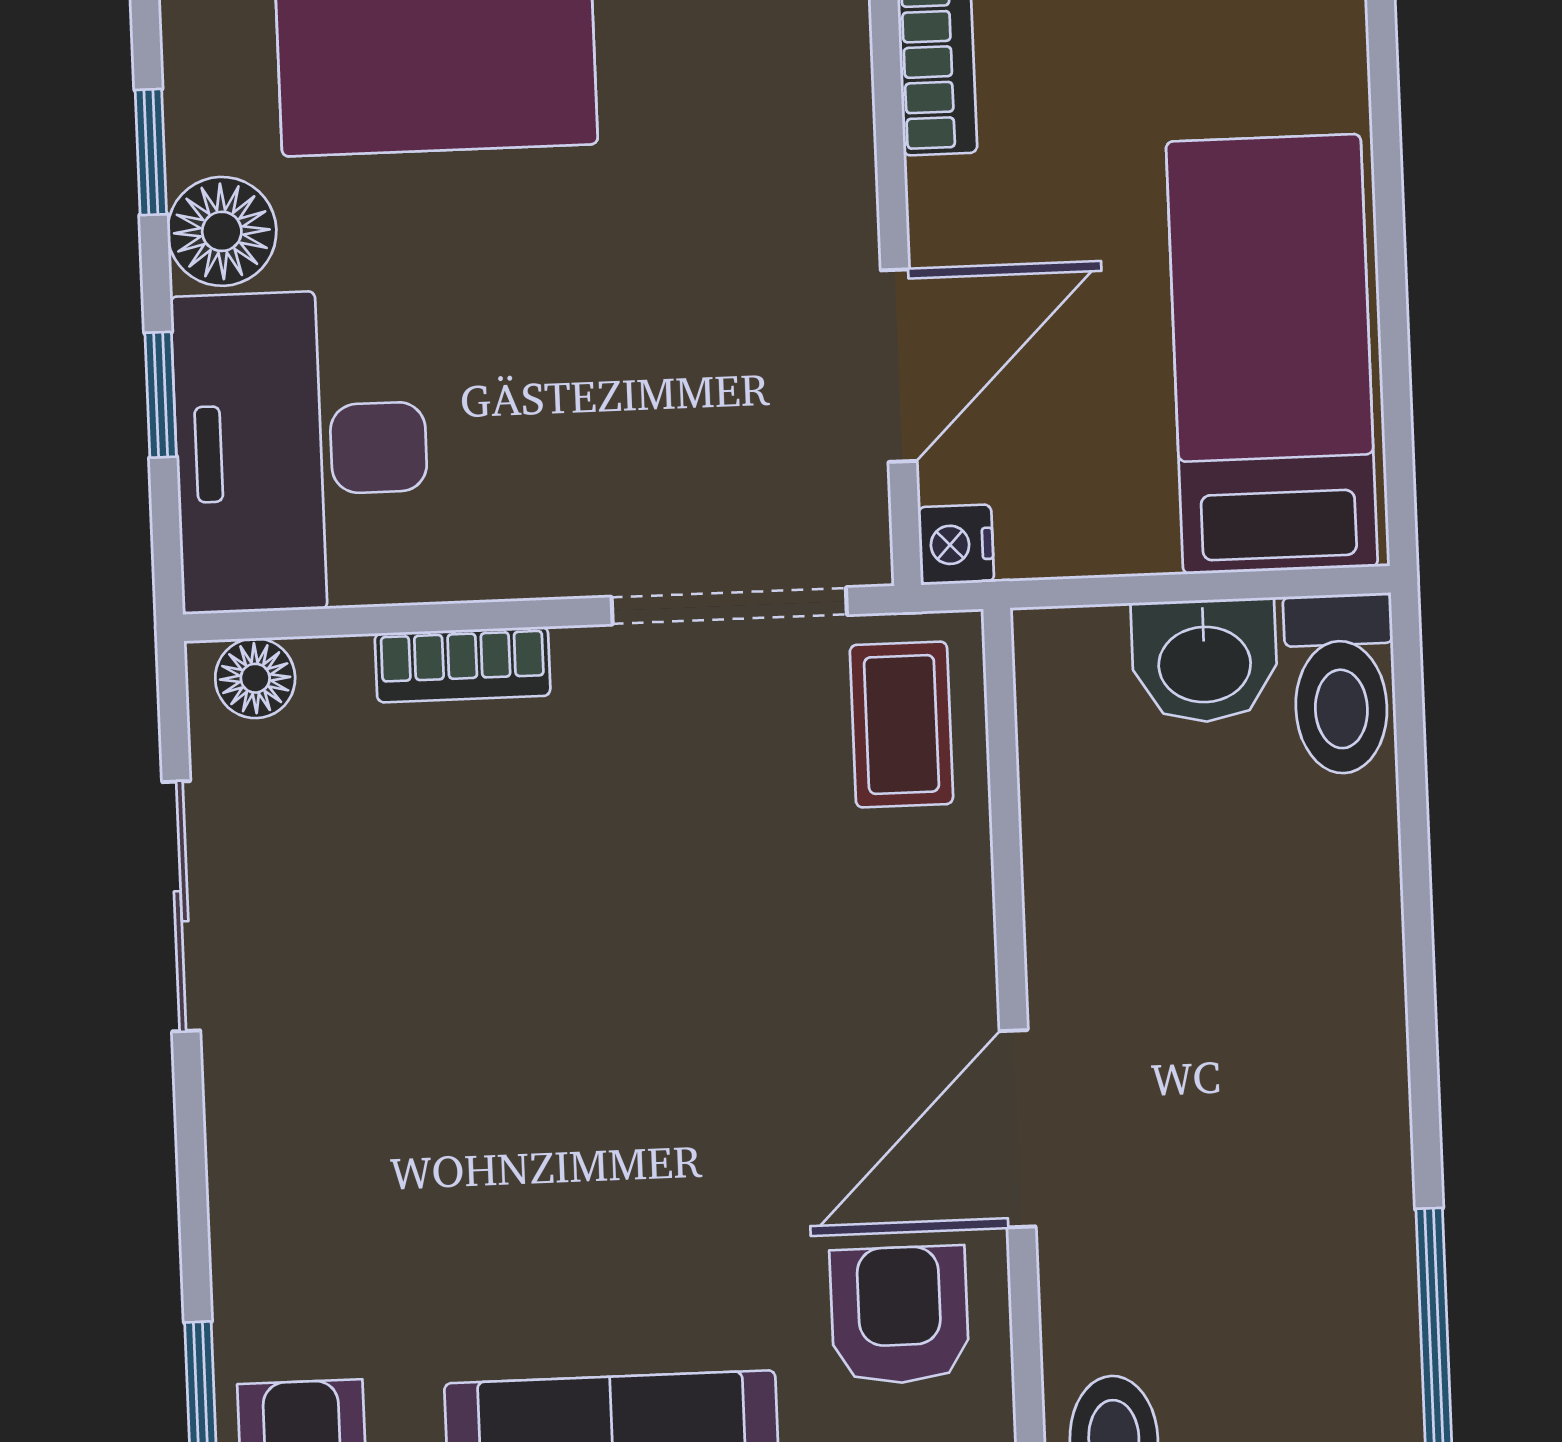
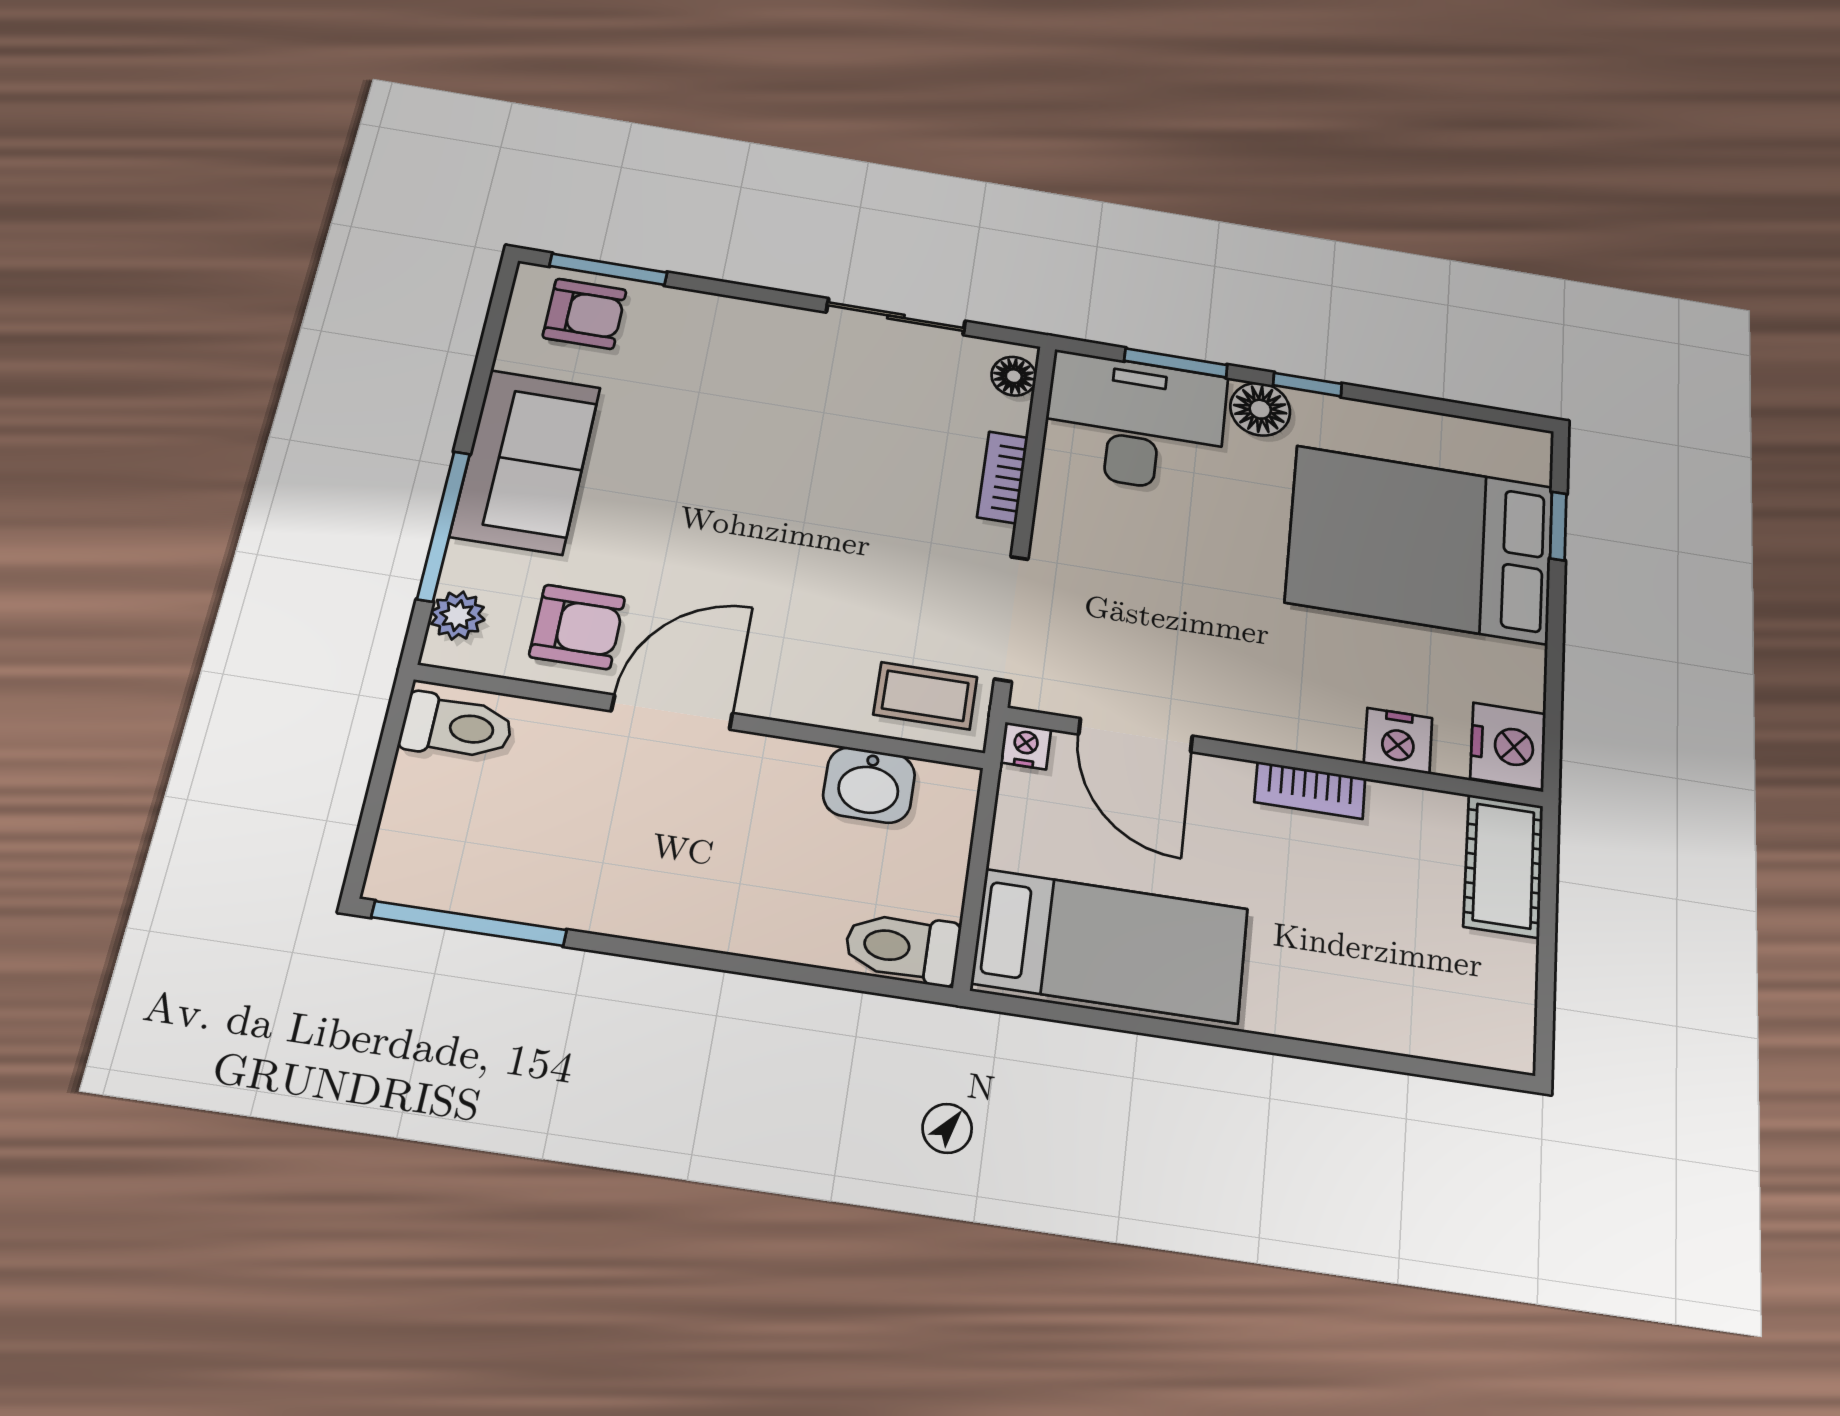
window: (161, 395) -> (1176, 363), width x1.50
washbasin: (1204, 661) -> (869, 785), moved, turned -90
door: (1018, 1129) -> (672, 712), hinge flipped

